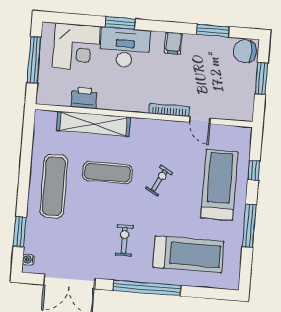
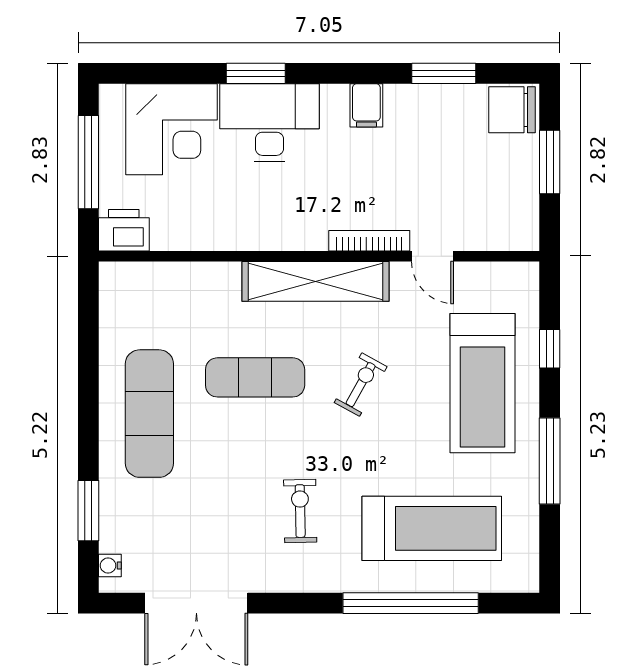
printer: (84, 98) -> (124, 230), moved
shelving: (94, 124) -> (316, 281), moved
treadmill: (219, 185) -> (483, 383), turned 180
window: (147, 288) -> (411, 603), moved

